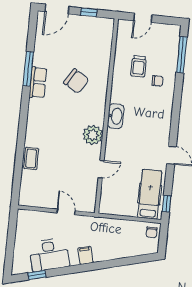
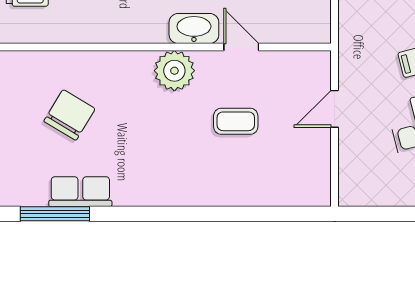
washbasin: (116, 116) -> (194, 29), moved
coffee table: (31, 158) -> (236, 121), moved

